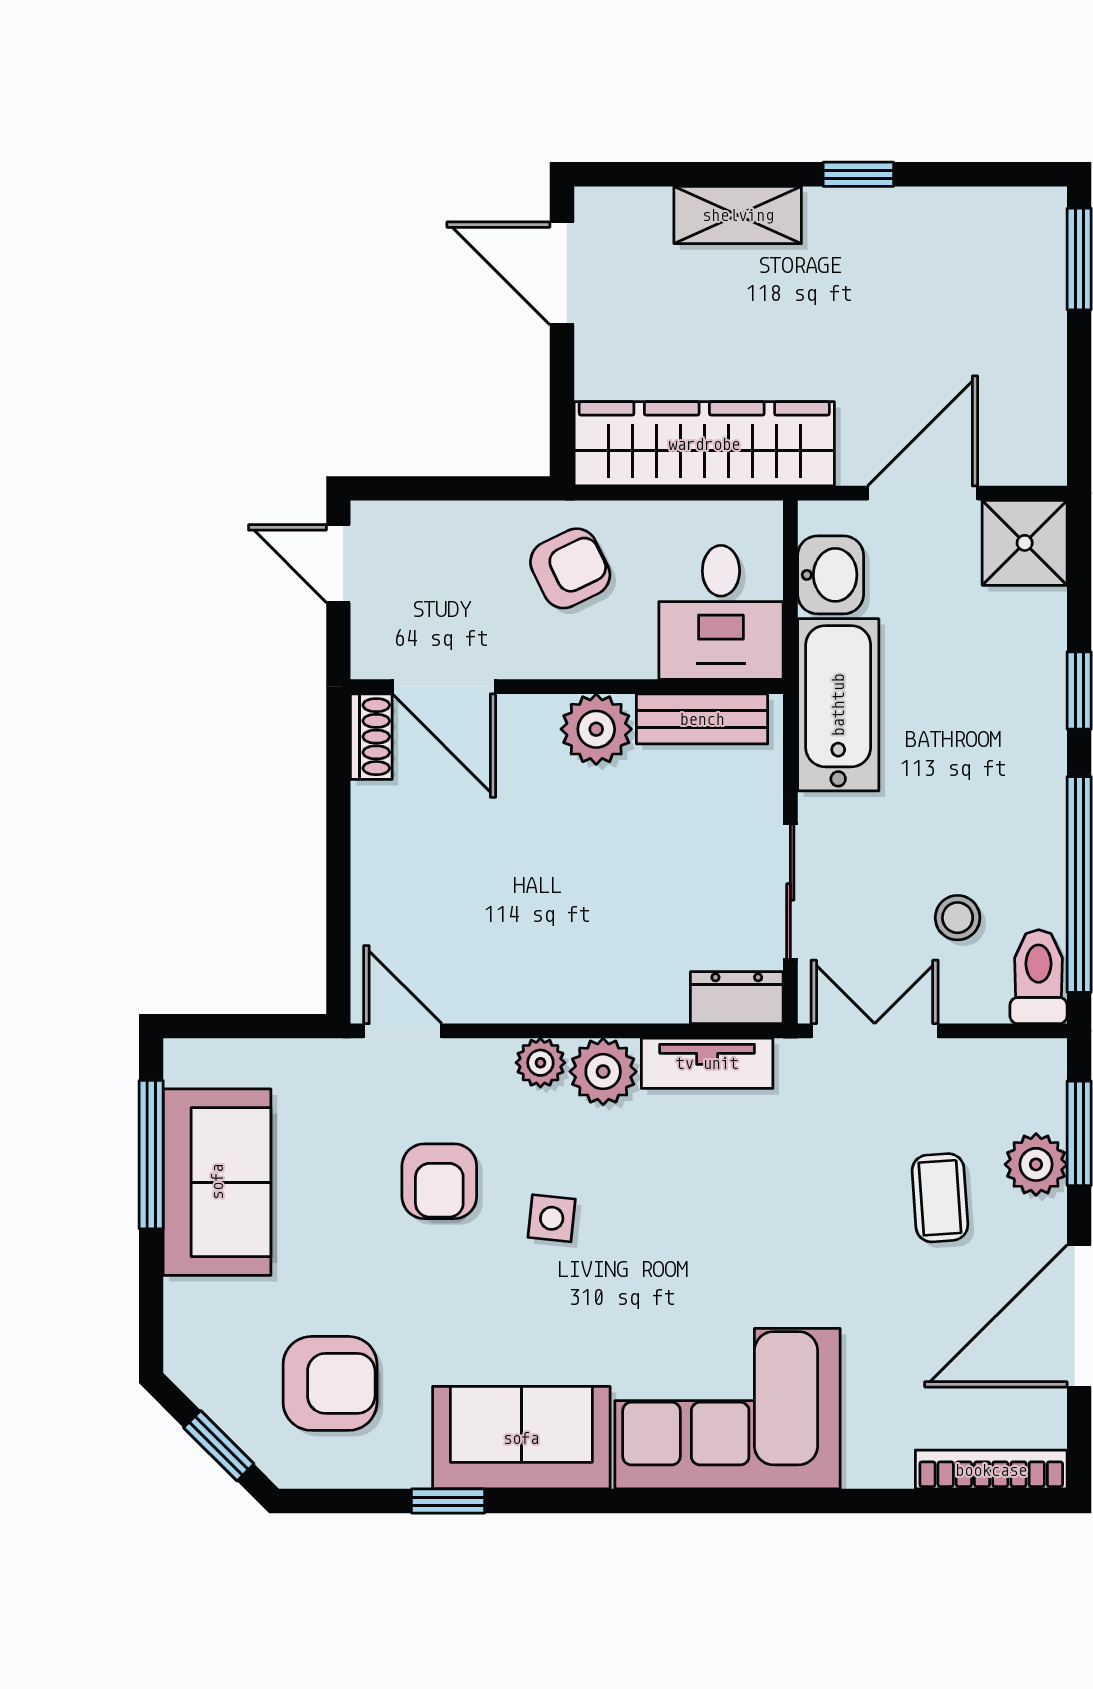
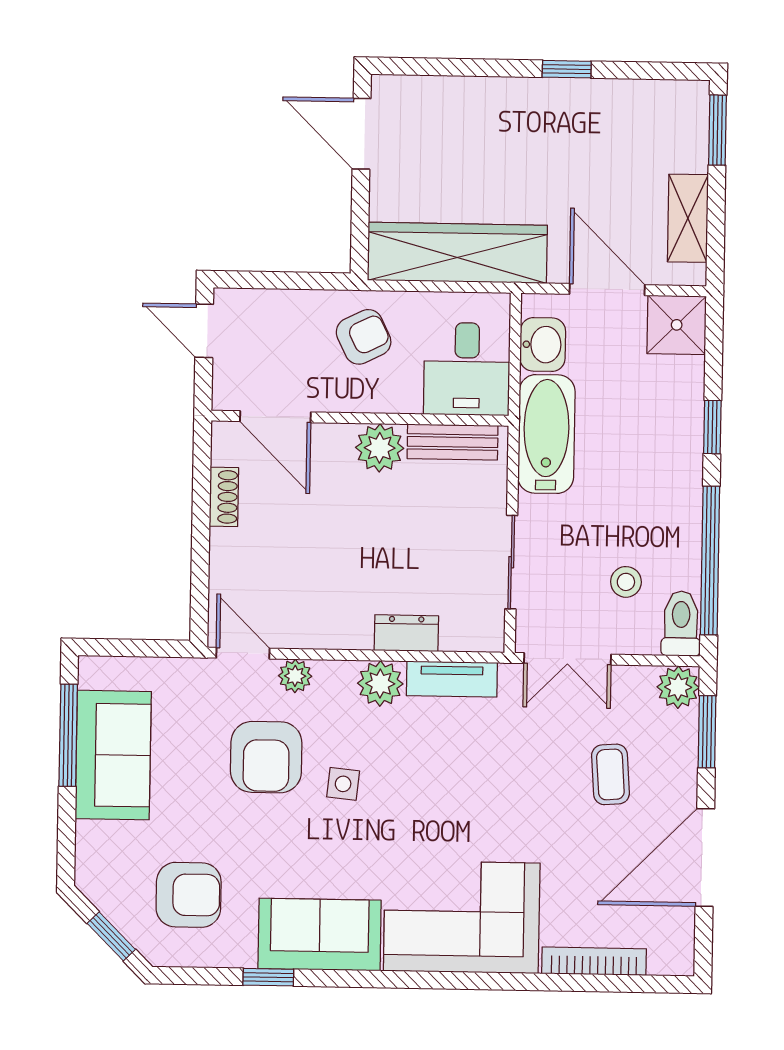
shelving: (738, 215) -> (688, 218), moved, turned 90
door: (923, 493) -> (607, 289), hinge flipped
shoe rack: (371, 737) -> (224, 497), moved
dresser: (737, 998) -> (406, 633), moved
double door: (875, 1031) -> (568, 659), swing flipped
plant: (540, 1063) -> (295, 676), moved
plant: (1036, 1164) -> (678, 687), moved
armchair: (439, 1181) -> (266, 757), width x1.38, depth x1.38
bookcase: (991, 1470) -> (594, 961), moved

